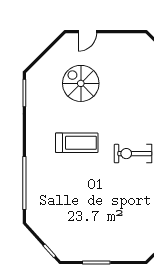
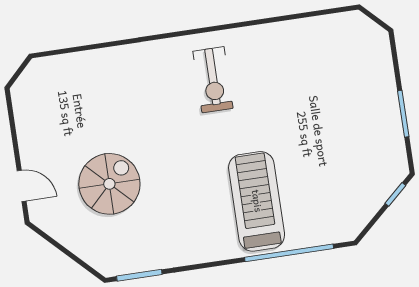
spiral stairs: (81, 83) -> (109, 184), turned 180
treadmill: (77, 143) -> (257, 201), moved, width x1.37, depth x1.38

